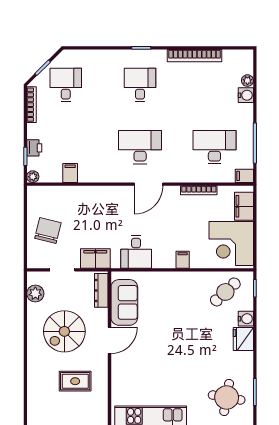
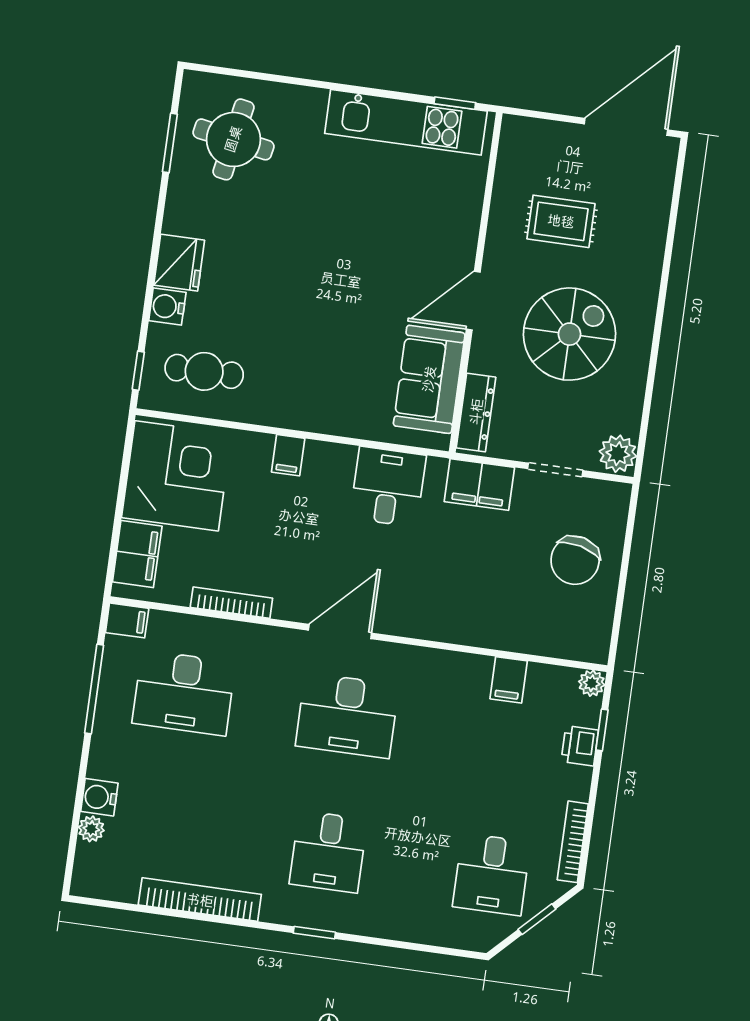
cafe table: (225, 292) -> (204, 371), turned 43
plant: (35, 294) -> (618, 454), moved

